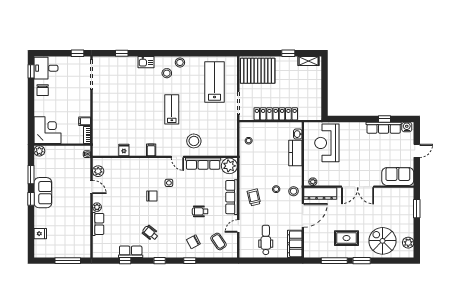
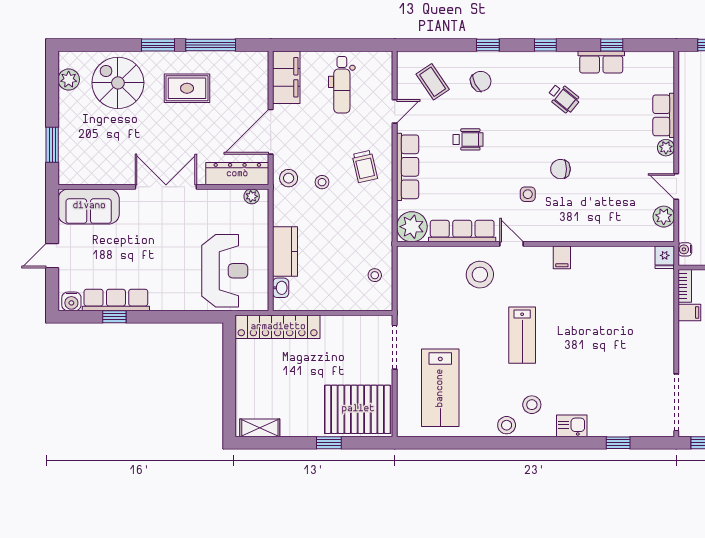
window: (288, 53) -> (329, 443), moved
locker: (276, 114) -> (278, 327), moved
fridge: (124, 150) -> (665, 257), moved
spiral stairs: (382, 241) -> (118, 83), turned 180

